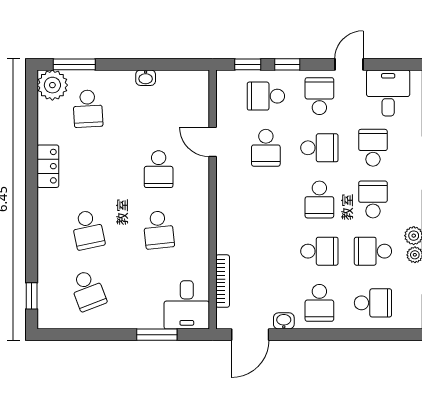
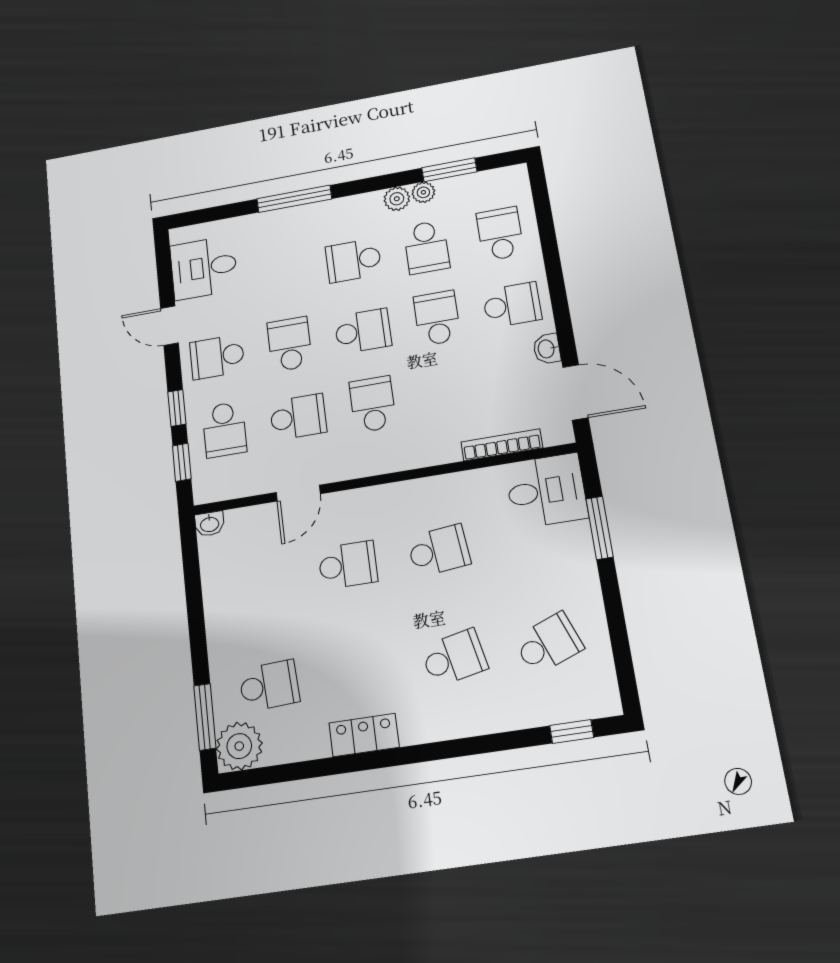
washbasin: (146, 78) -> (210, 524), moved, turned 90
school desk: (373, 148) -> (373, 404), moved, turned 90

